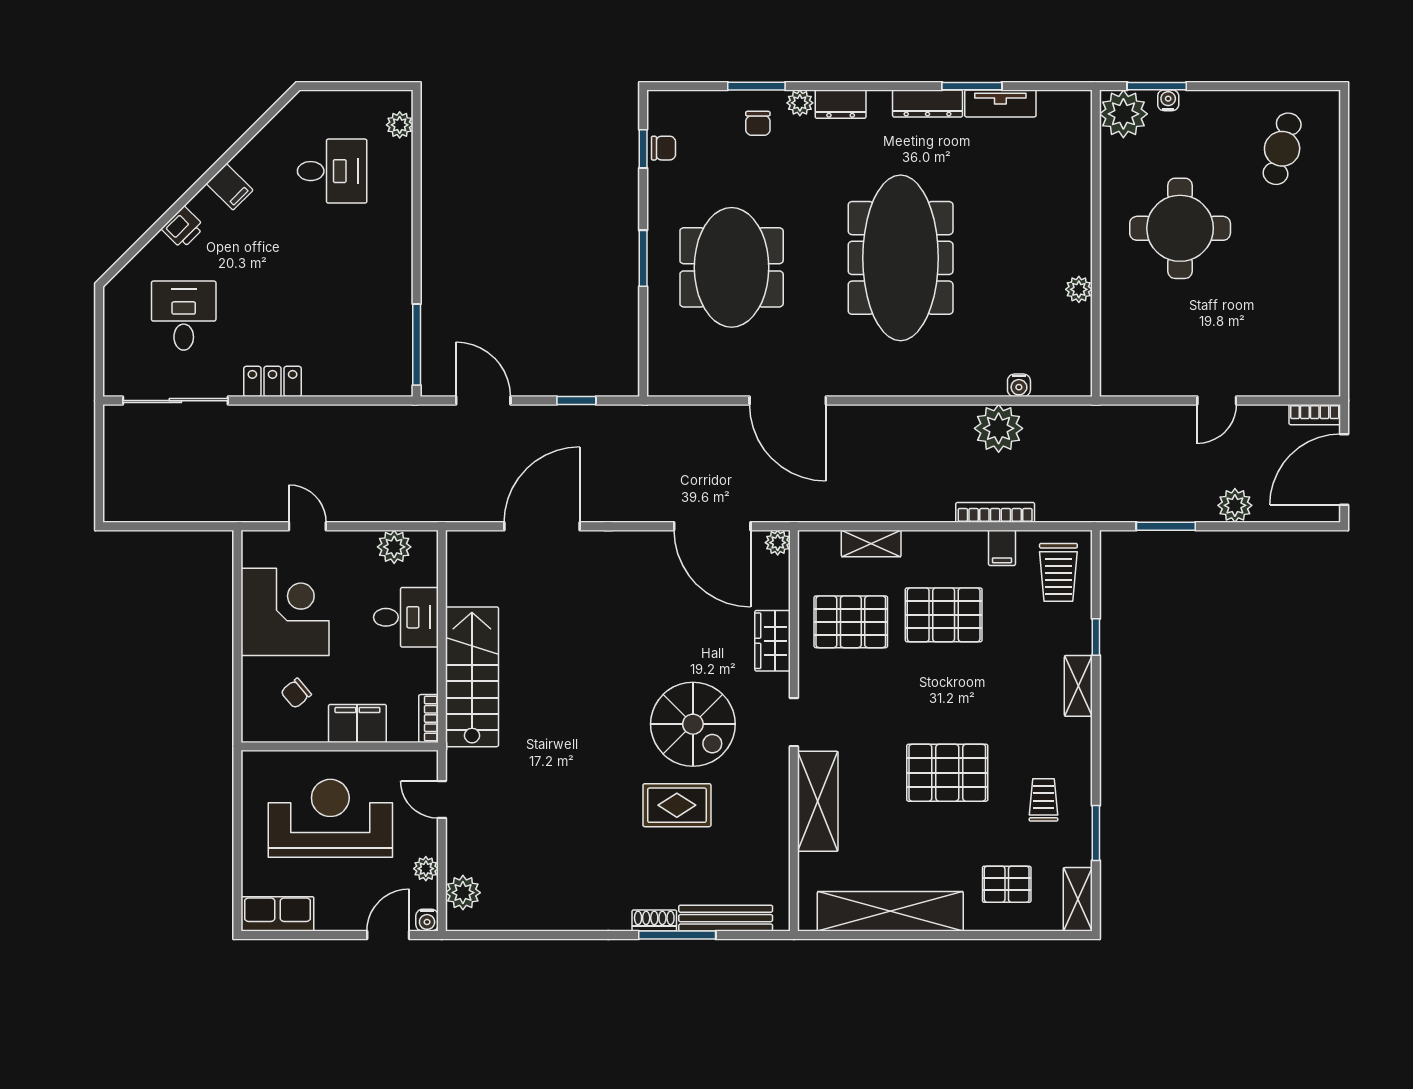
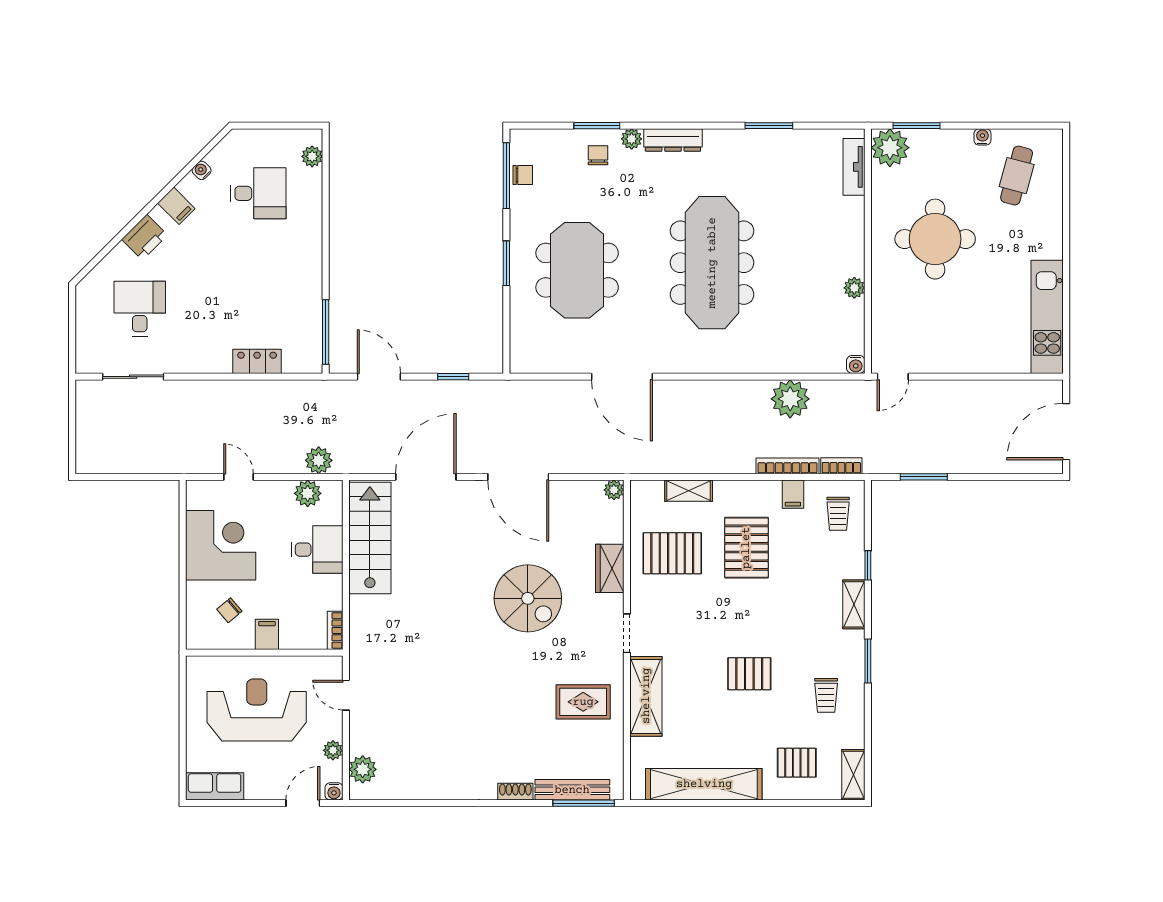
water cooler: (1168, 100) -> (982, 137), moved
dresser: (928, 103) -> (734, 139), removed
tv unit: (1000, 103) -> (854, 167), moved, turned 90
dresser: (841, 104) -> (673, 140), width x1.44
chair: (758, 123) -> (598, 155), turned 180
water cooler: (261, 142) -> (202, 170), added
window: (643, 149) -> (506, 176), width x2.17
printer: (183, 228) -> (145, 237), width x1.36, depth x1.24
kitchen unit: (1320, 326) -> (1047, 317), added
locker: (272, 381) -> (257, 361), moved
water cooler: (1019, 385) -> (856, 364), moved
sliding door: (175, 401) -> (133, 377), width x0.73
door: (1217, 401) -> (893, 377), moved
bookcase: (1315, 415) -> (841, 466), moved, turned 180
plant: (1235, 505) -> (319, 460), moved
door: (712, 526) -> (518, 477), moved
trolley: (1058, 572) -> (838, 514), width x0.73, depth x0.72
pallet: (944, 615) -> (746, 548), turned 90
stairs: (472, 677) -> (370, 538), moved
filing cabinet: (357, 723) -> (267, 634), width x0.50
spiral stairs: (693, 724) -> (528, 598), moved
pallet: (947, 773) -> (749, 674), width x0.67, depth x0.71
trolley: (1043, 800) -> (826, 695), turned 180
rug: (677, 805) -> (583, 702), moved
window: (1096, 833) -> (868, 661), moved
window: (677, 935) -> (584, 803), moved

